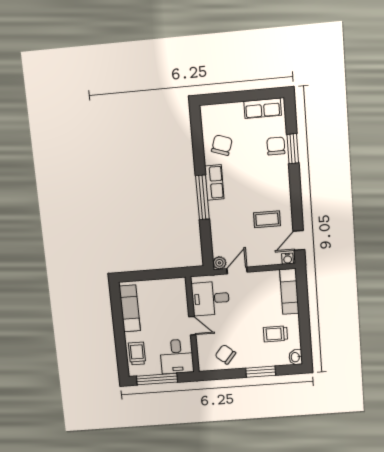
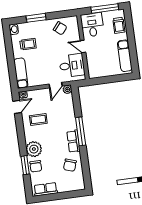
plant: (277, 173) -> (34, 149), added

